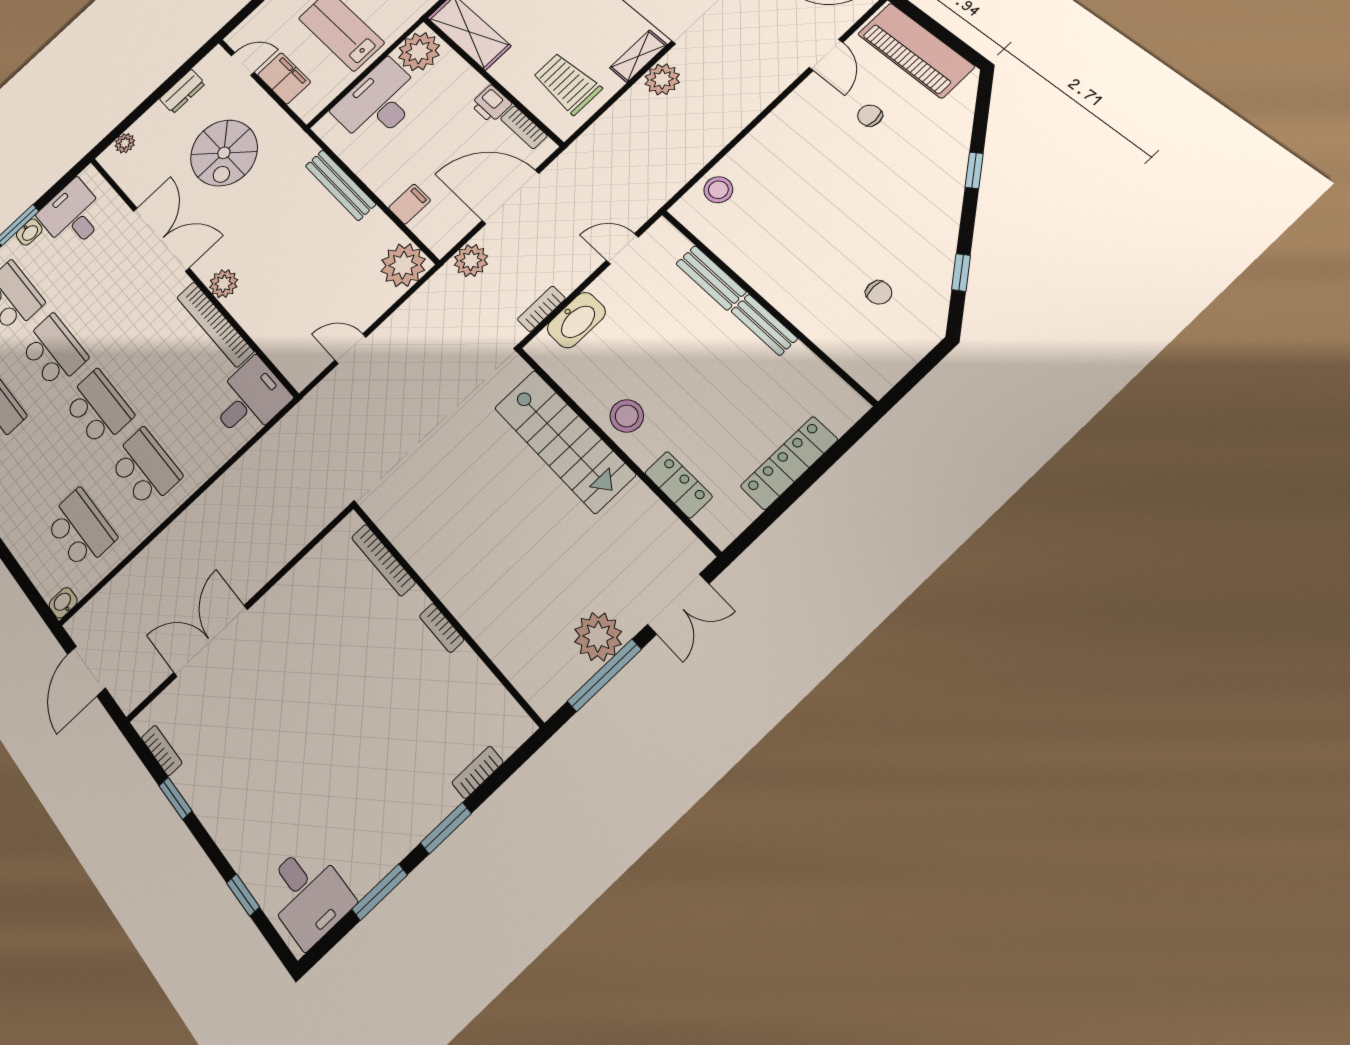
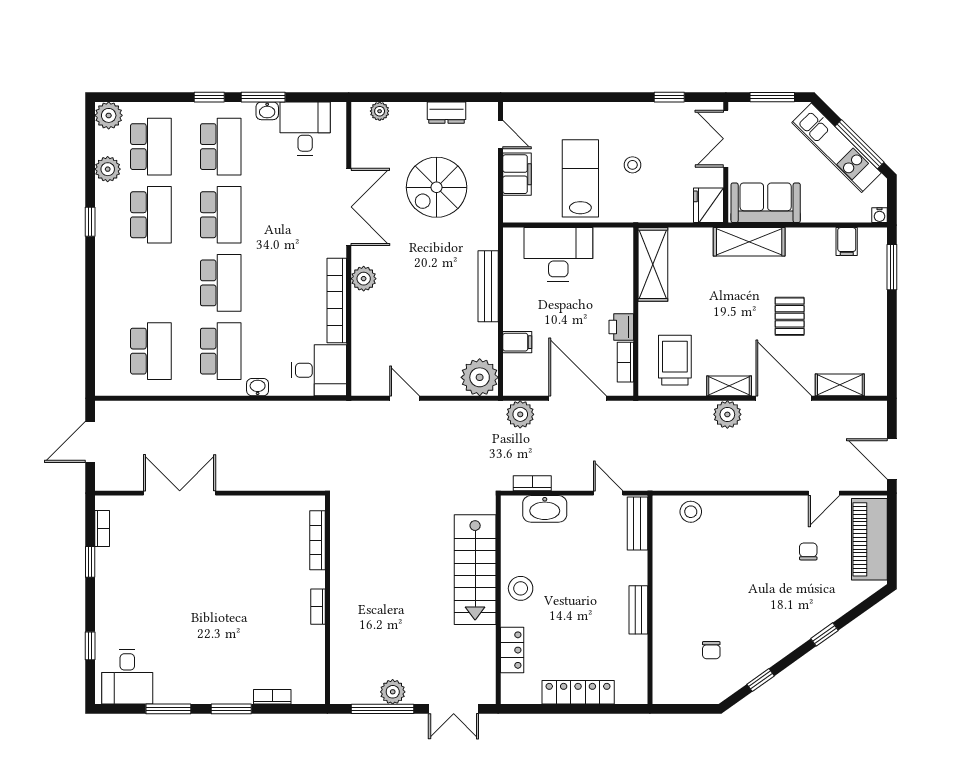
plant: (419, 52) -> (613, 246), removed
bench: (711, 278) -> (637, 524), moved
washbasin: (63, 603) -> (258, 387), moved
plant: (598, 637) -> (393, 692), width x0.73, depth x0.73

